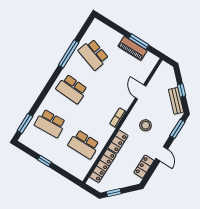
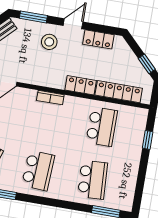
stool: (146, 125) -> (49, 42), moved
window: (44, 161) -> (148, 140), moved

